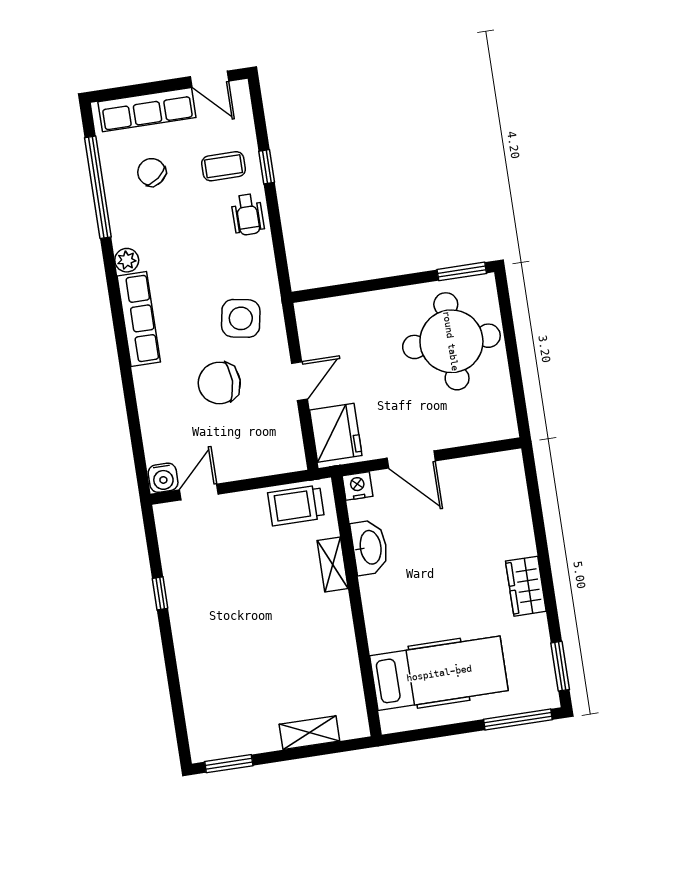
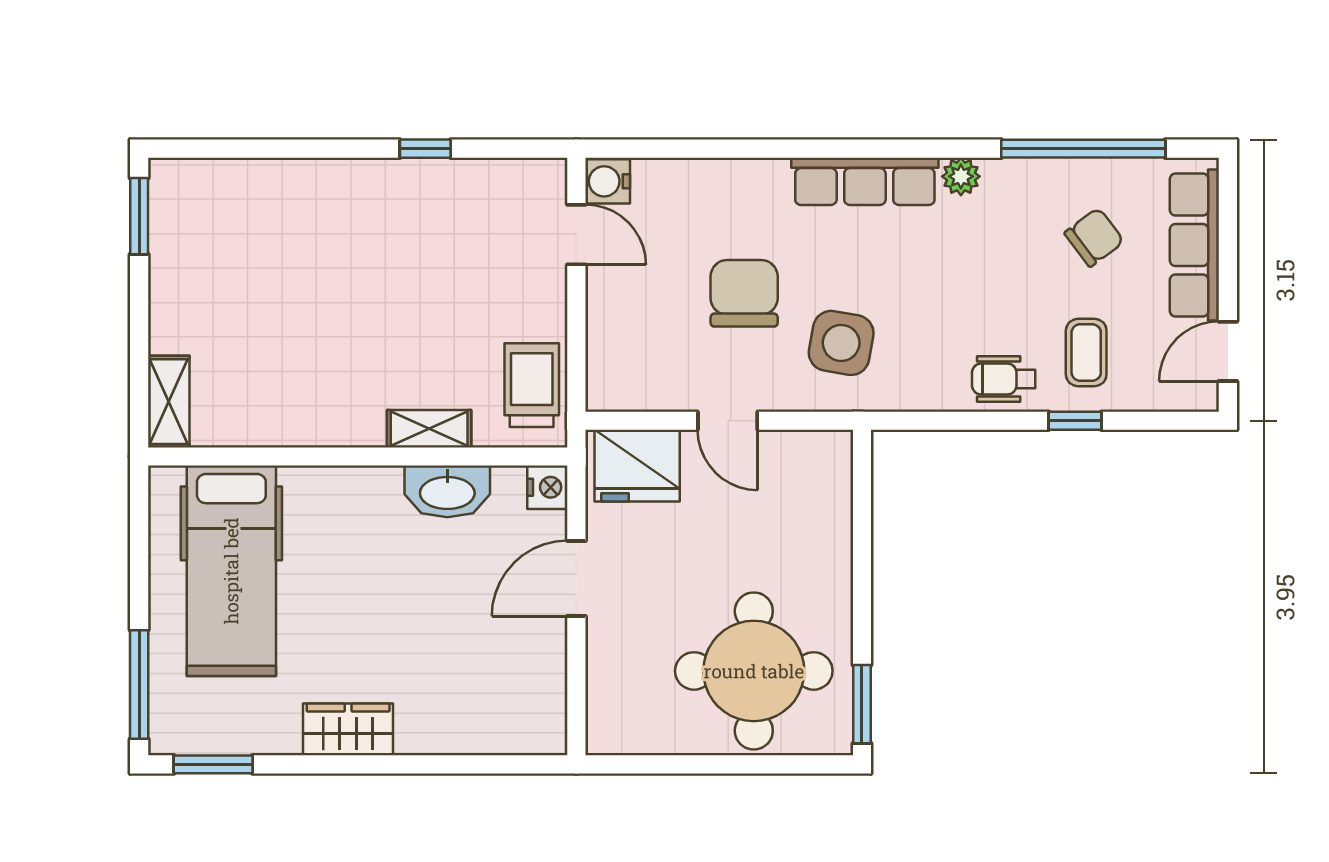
shelving: (309, 733) -> (169, 402), moved

